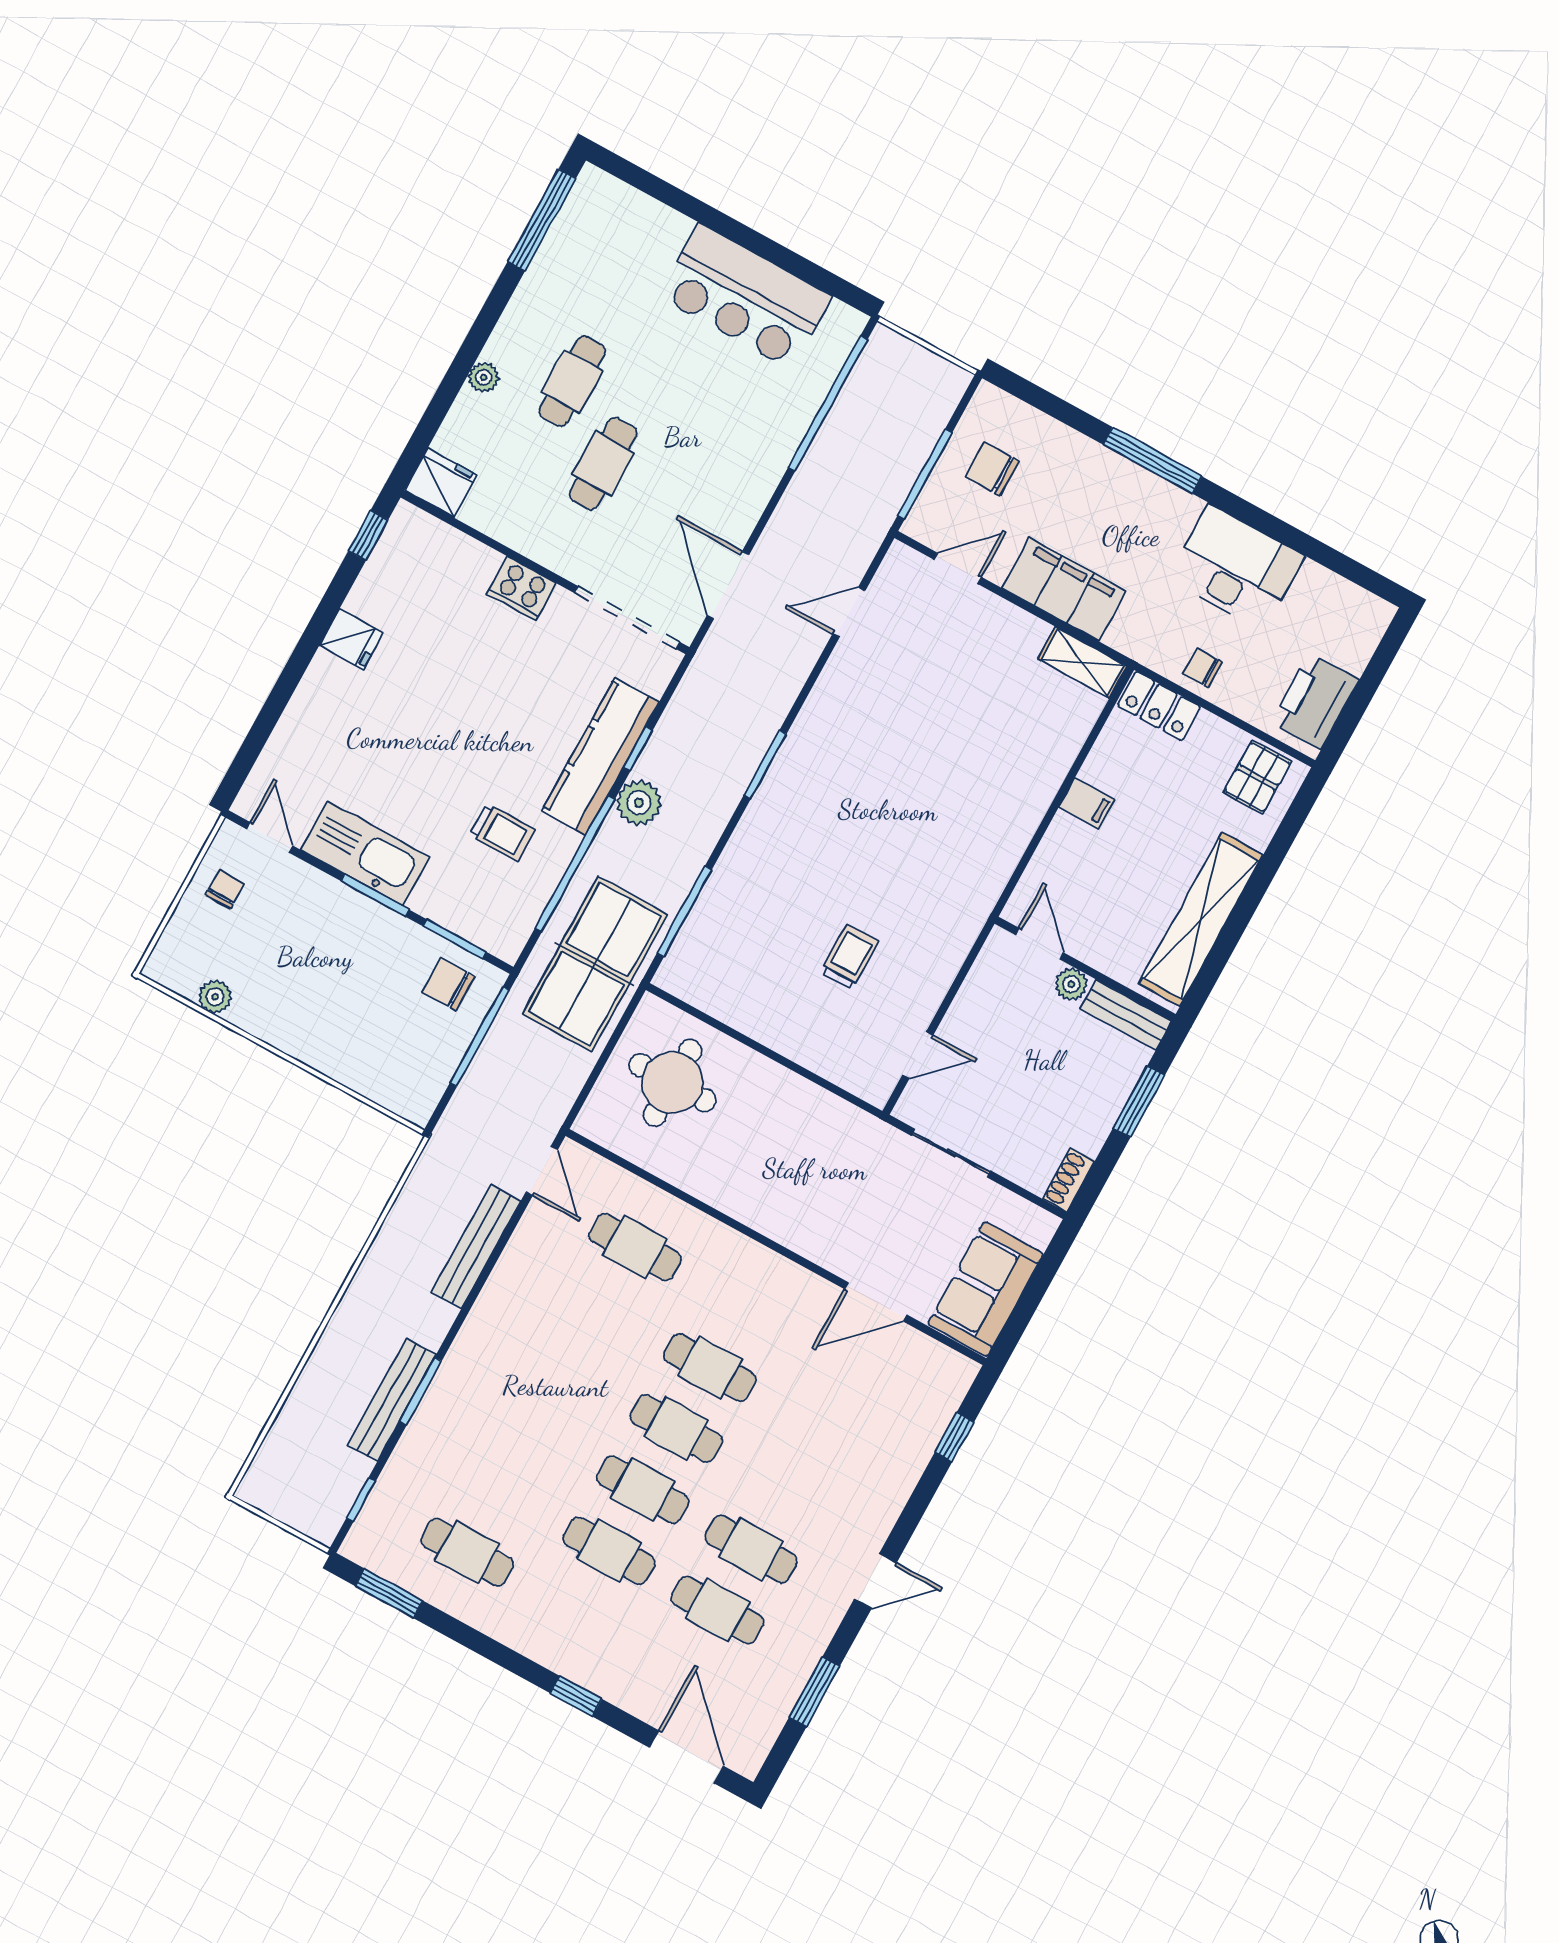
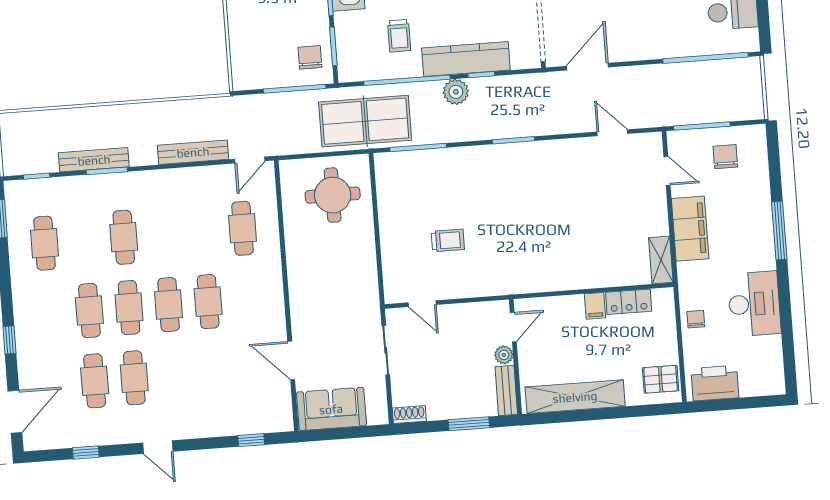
locker: (1159, 706) -> (629, 302), moved, turned -90
cafe table: (534, 1430) -> (124, 237), added
window: (814, 1692) -> (86, 453), width x0.67

